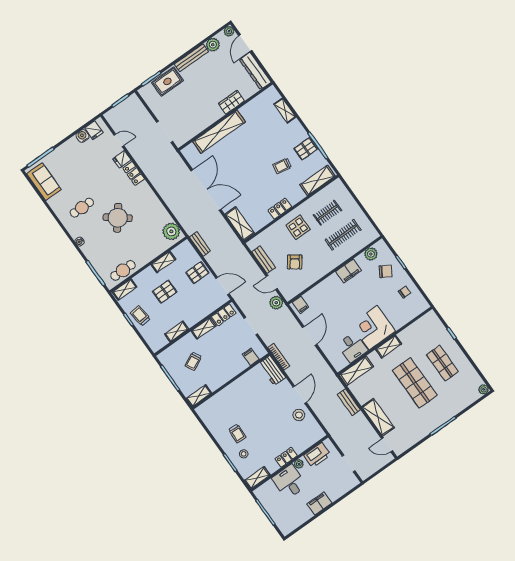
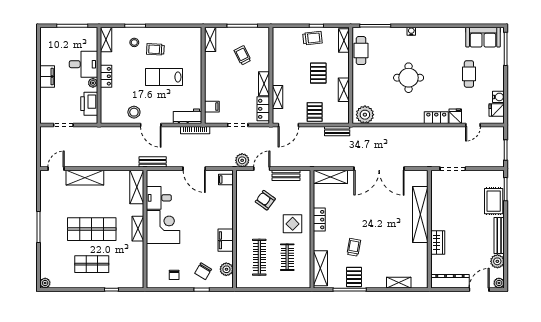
door: (245, 43) -> (479, 290), hinge flipped
cafe table: (82, 208) -> (469, 74), moved
round table: (118, 218) -> (409, 78), turned -38
shelving: (177, 332) -> (277, 97), moved
bench: (349, 402) -> (153, 162), moved
lab bench: (254, 411) -> (164, 77), added

